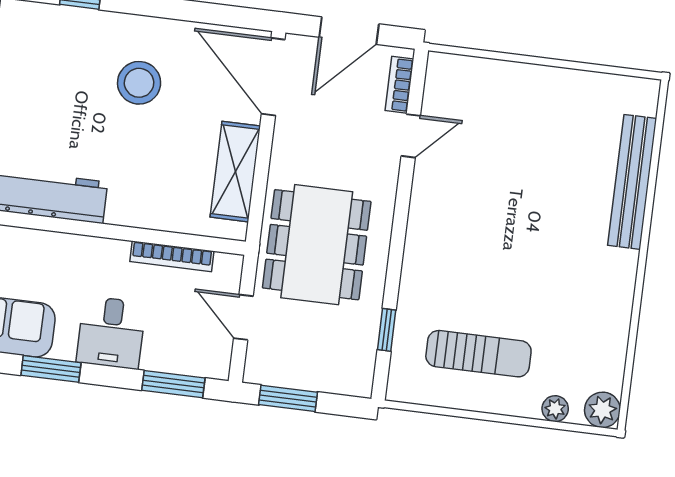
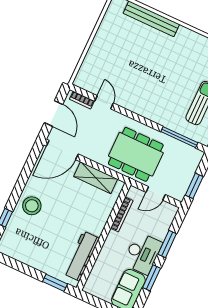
stool: (139, 83) -> (32, 206), moved
window: (387, 330) -> (179, 137), width x2.17
desk: (111, 333) -> (143, 253), width x1.37
window: (173, 384) -> (167, 244), moved

